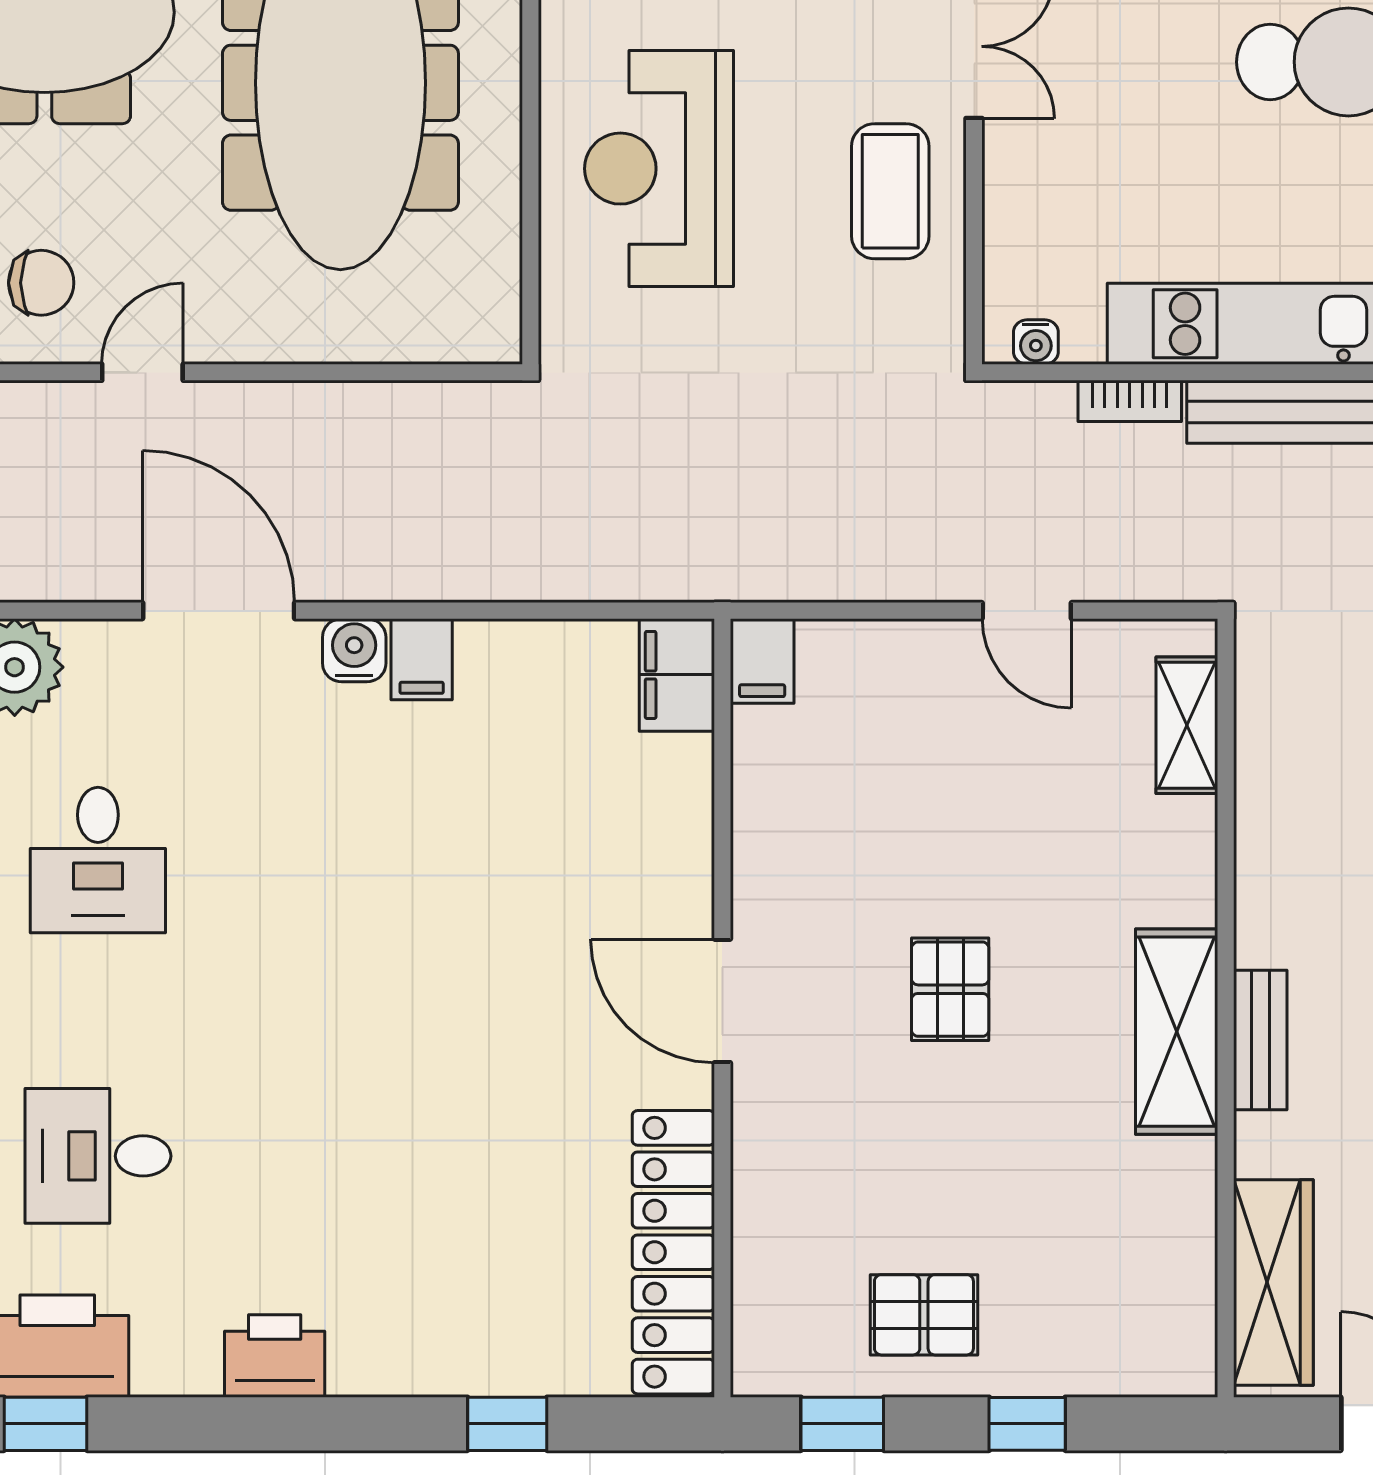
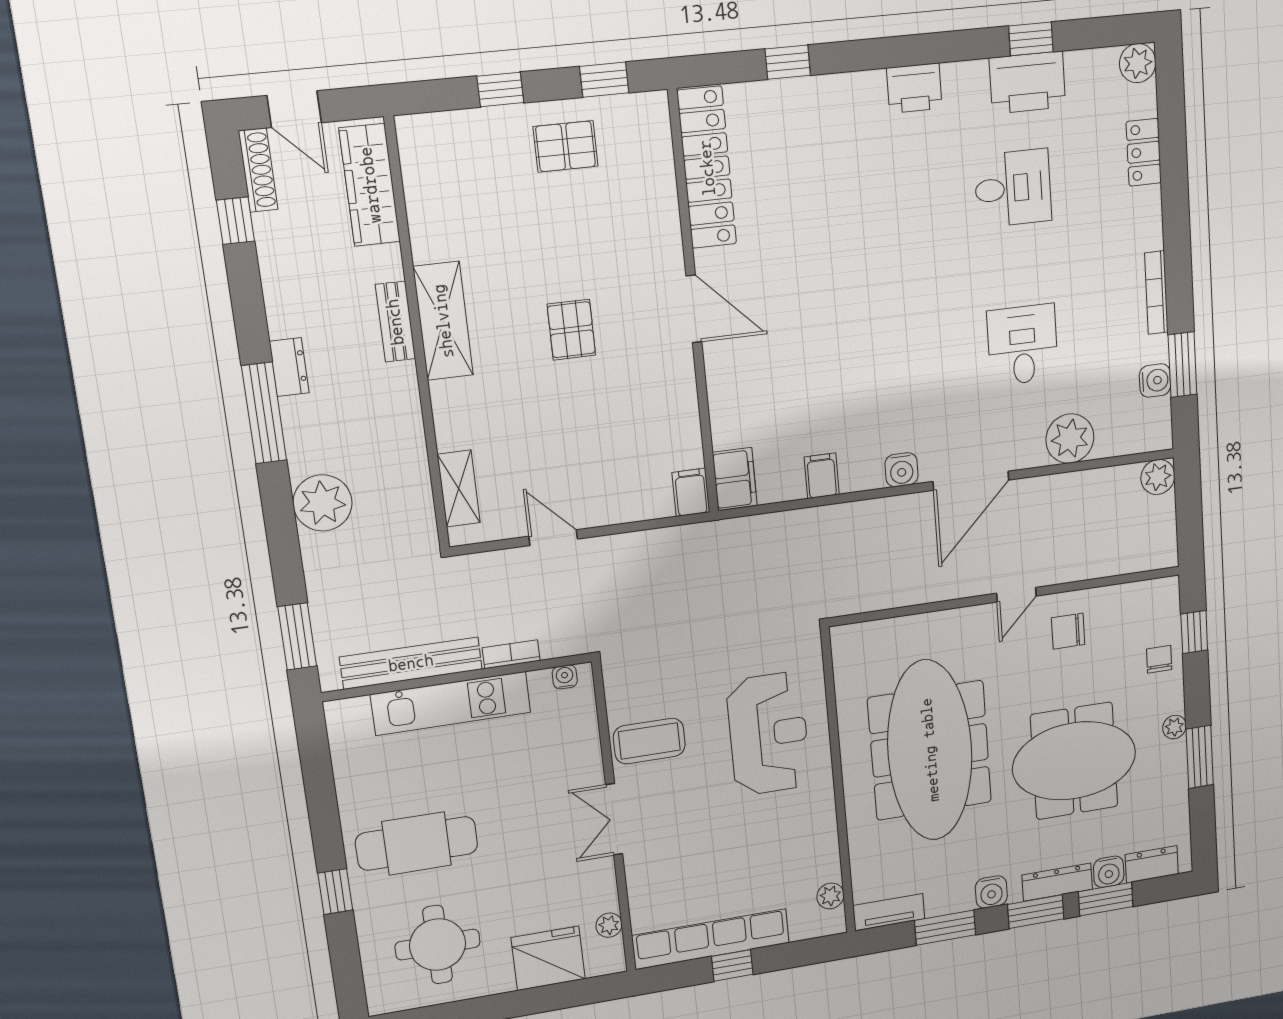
coffee table: (890, 191) -> (649, 741), turned 90
door: (219, 611) -> (971, 481), hinge flipped
filing cabinet: (422, 659) -> (822, 476), moved

